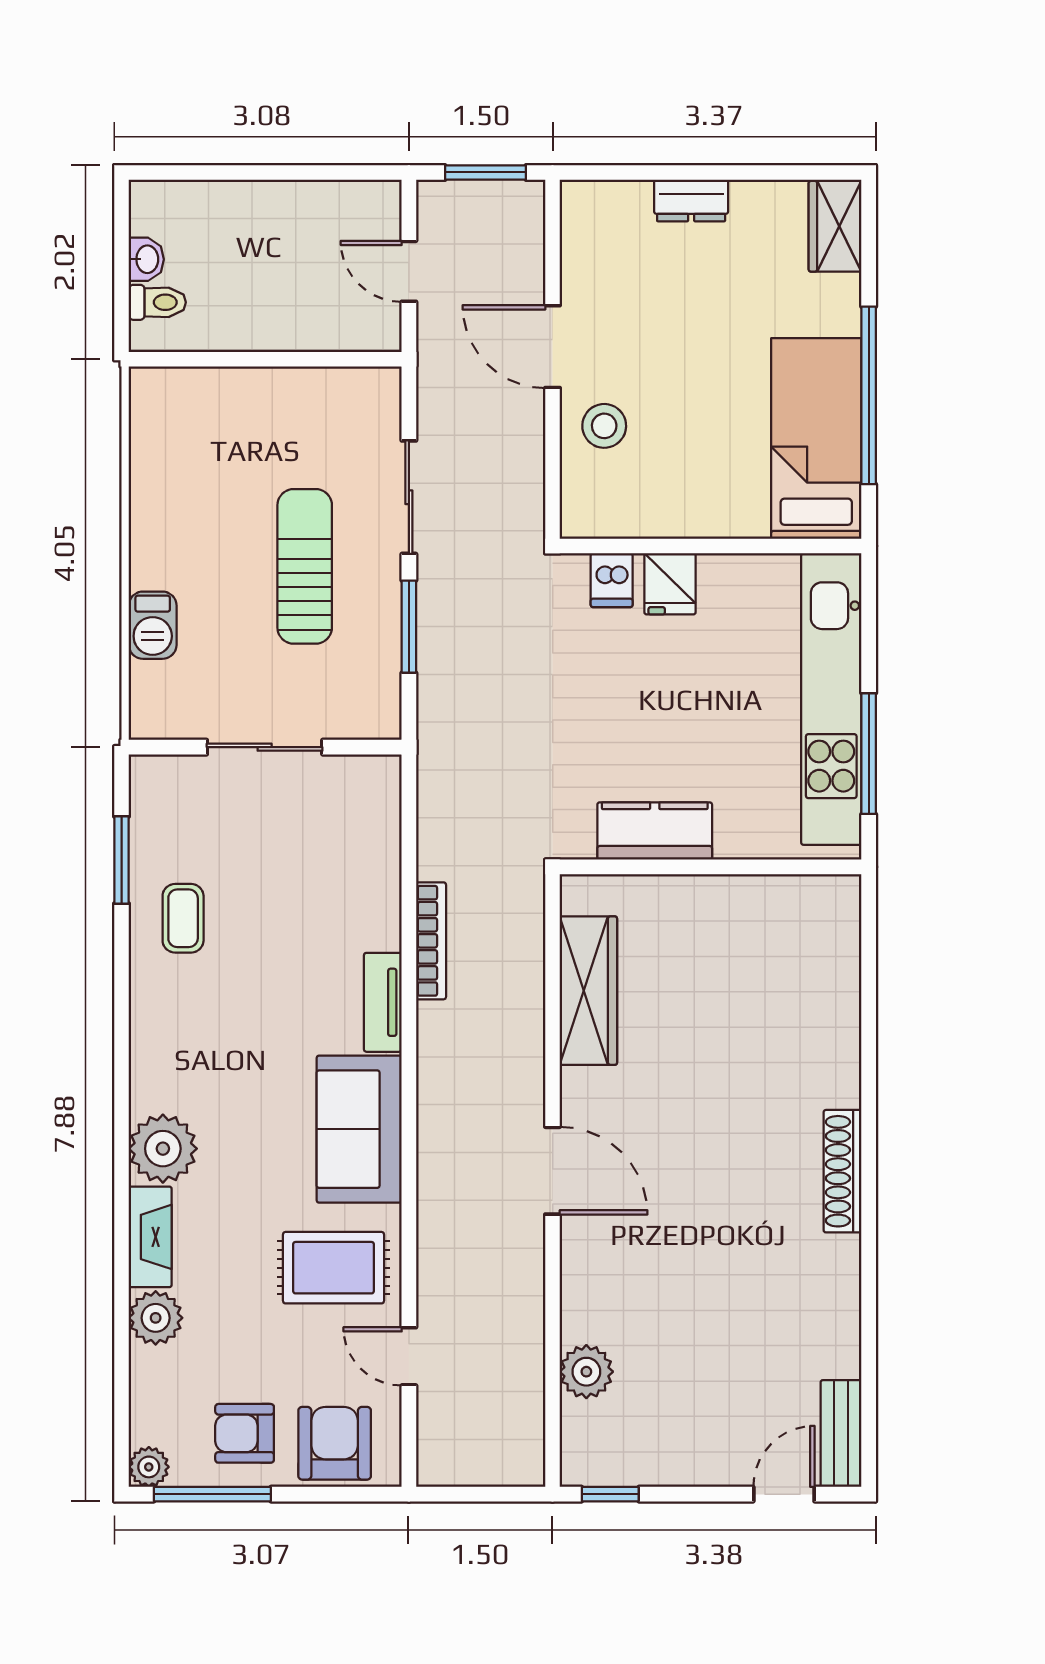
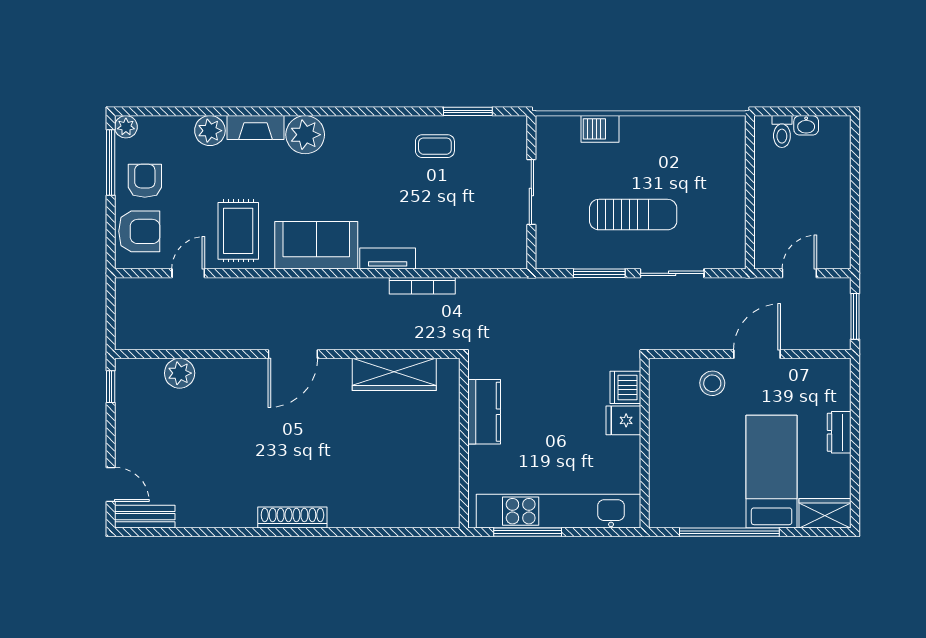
bed: (816, 438) -> (772, 472), moved, turned -90
dishwasher: (612, 580) -> (625, 387), width x1.38

